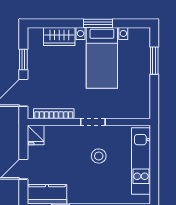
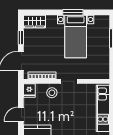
wardrobe: (59, 36) -> (34, 22), moved
stool: (99, 156) -> (52, 93), moved

